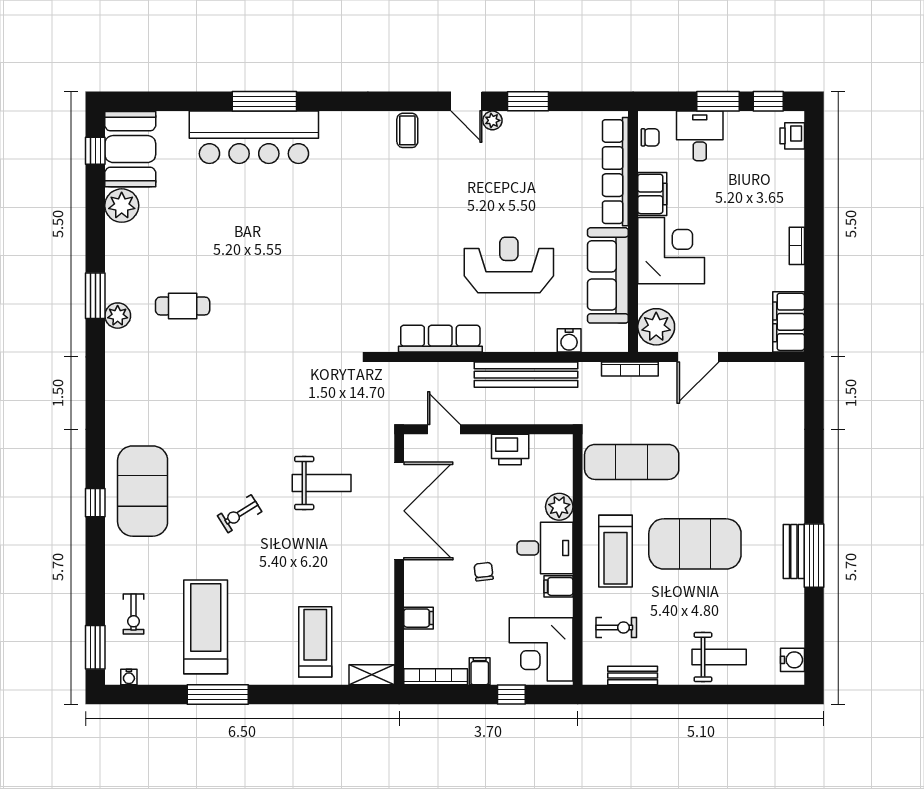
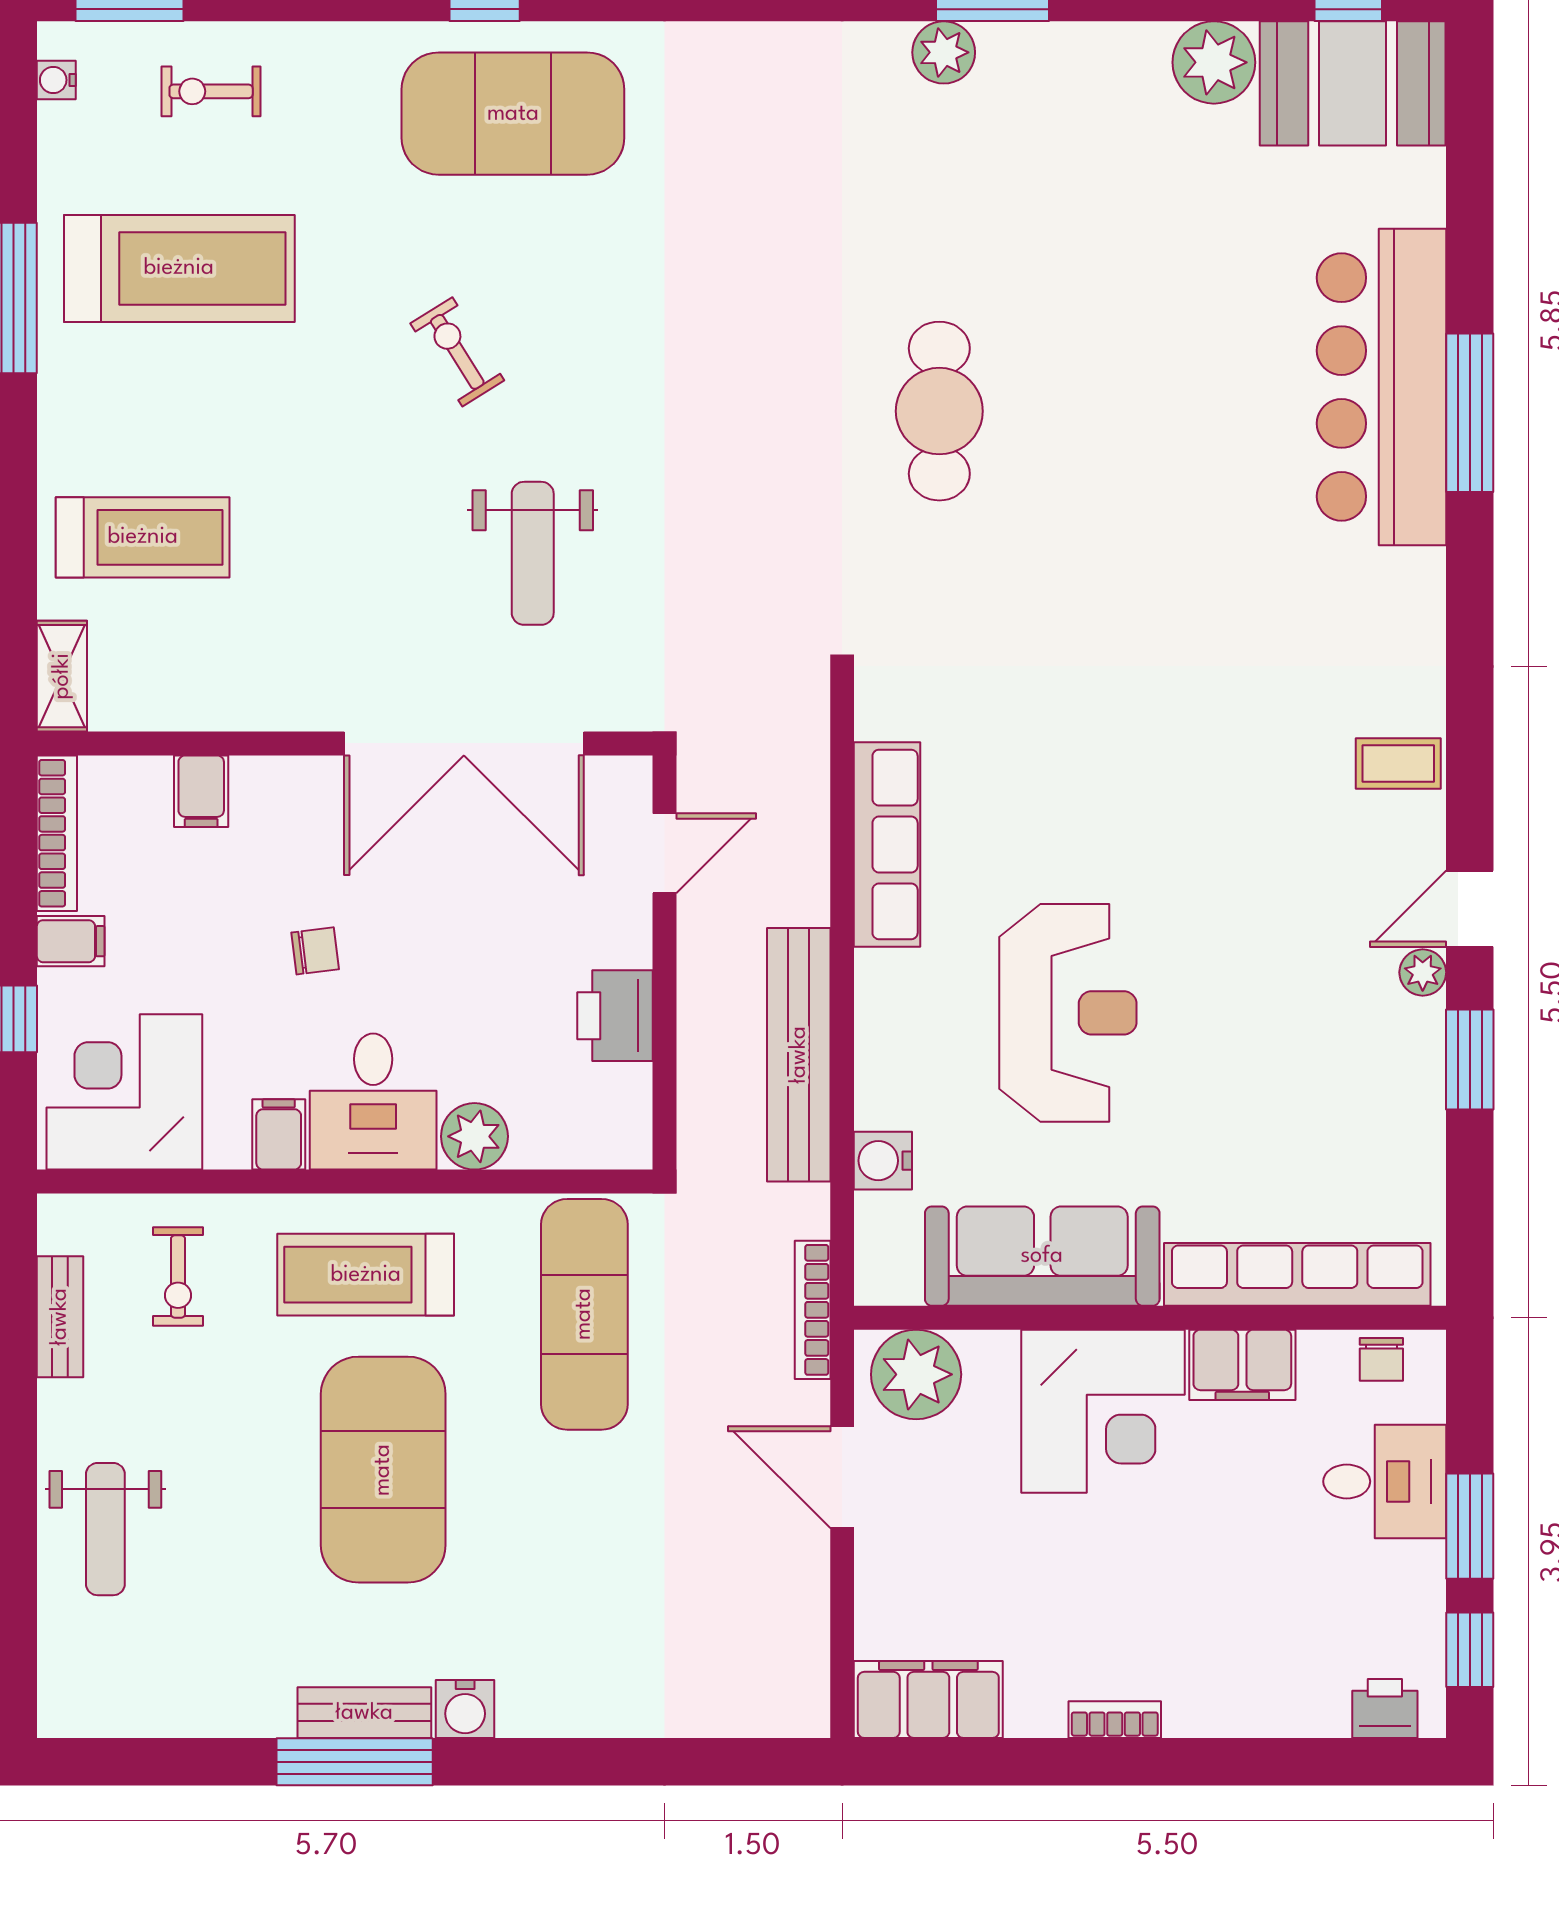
cafe table: (183, 306) -> (939, 411), moved, width x1.37, depth x1.35
water cooler: (792, 660) -> (465, 1709), moved

